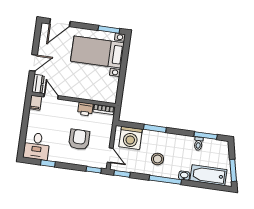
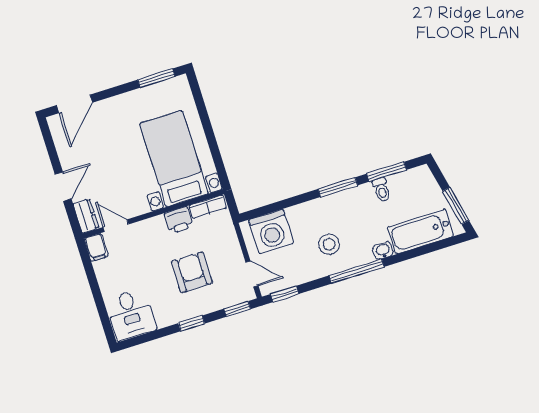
bed with nightstands: (97, 52) -> (174, 159), moved, turned 90
window: (155, 128) -> (338, 187), moved
window: (48, 163) -> (192, 323), moved

